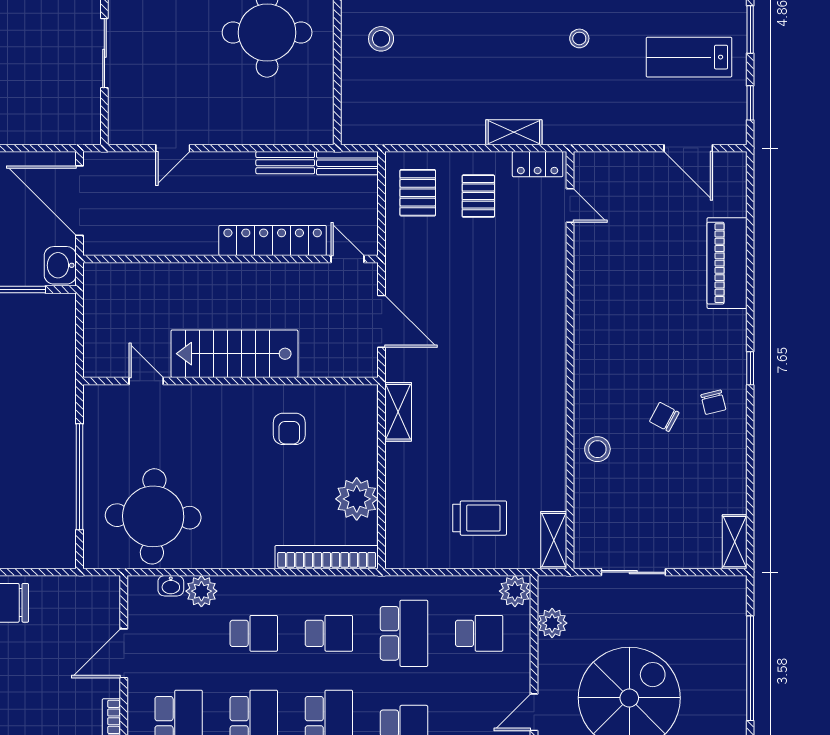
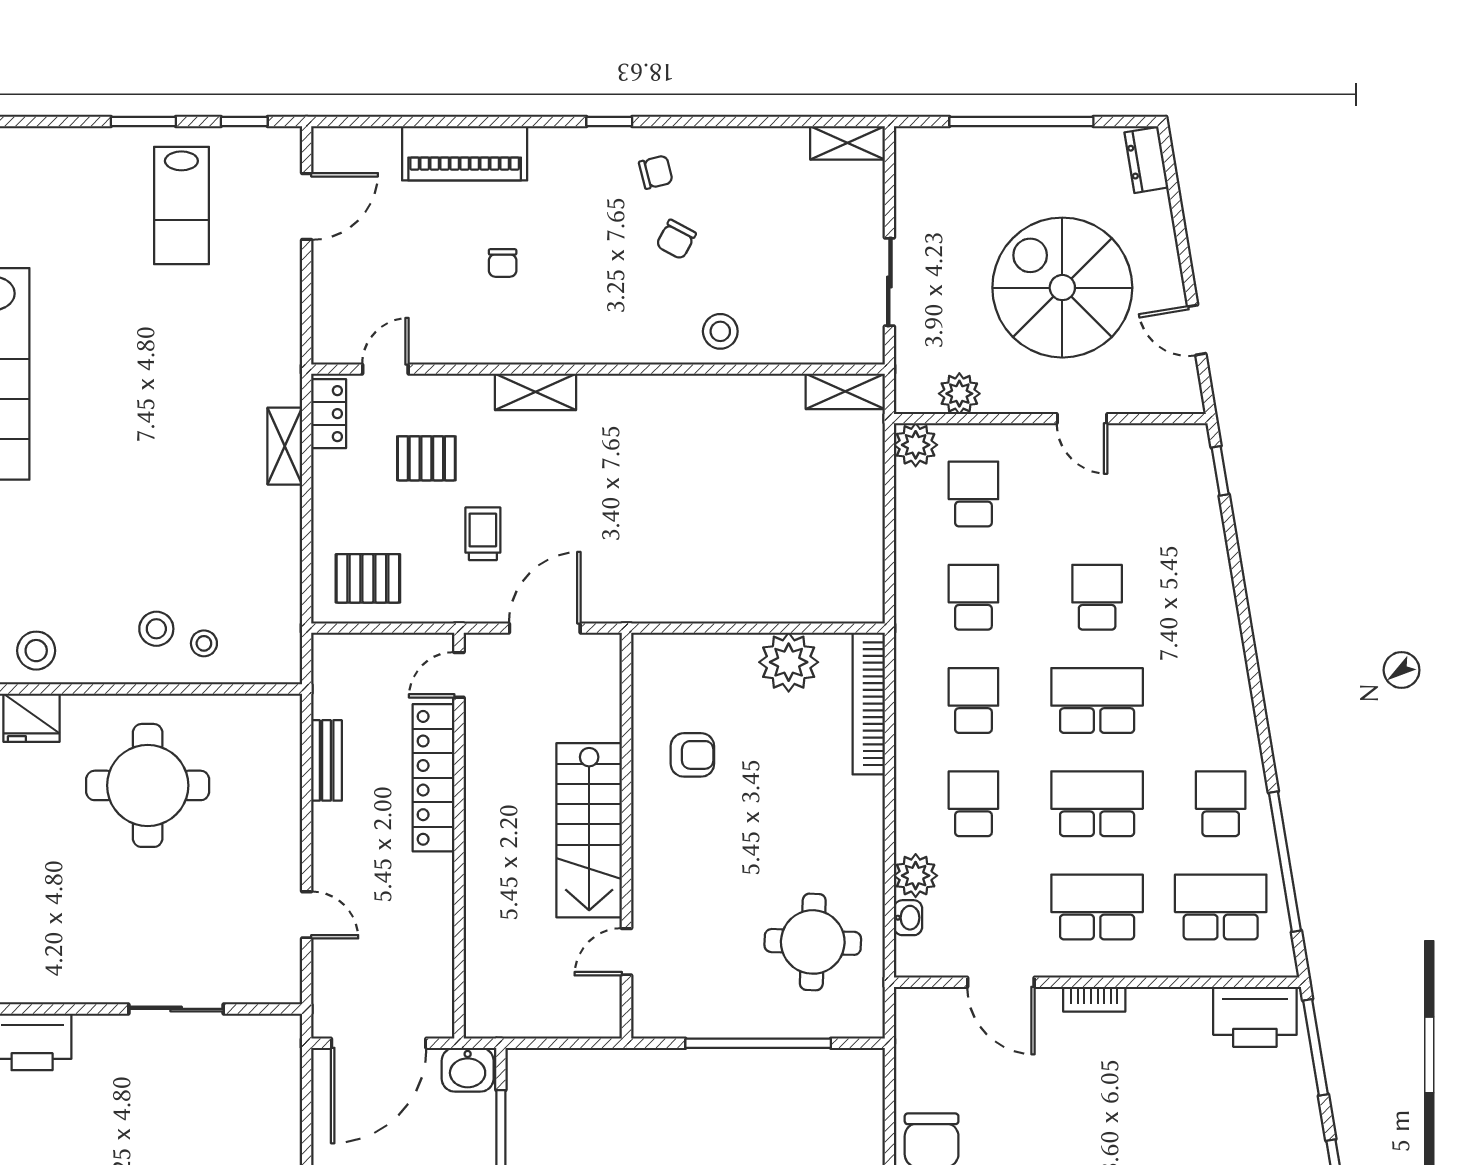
stool: (579, 38) -> (204, 643), moved
bench: (347, 163) -> (327, 675), removed
pallet: (478, 196) -> (426, 458), moved
chair: (647, 291) -> (503, 263), added
shelving: (398, 412) -> (536, 392), moved
round table: (153, 516) -> (813, 942), width x0.73, depth x0.73
trolley: (480, 518) -> (483, 534), moved, width x0.73, depth x0.72
school desk: (404, 633) -> (973, 597), width x0.54

